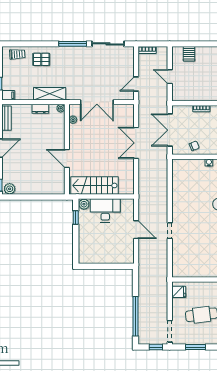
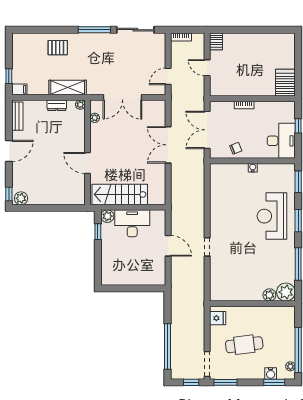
trolley: (17, 54) -> (30, 42), removed
server rack: (189, 54) -> (216, 41), moved
window: (196, 347) -> (226, 382), moved

